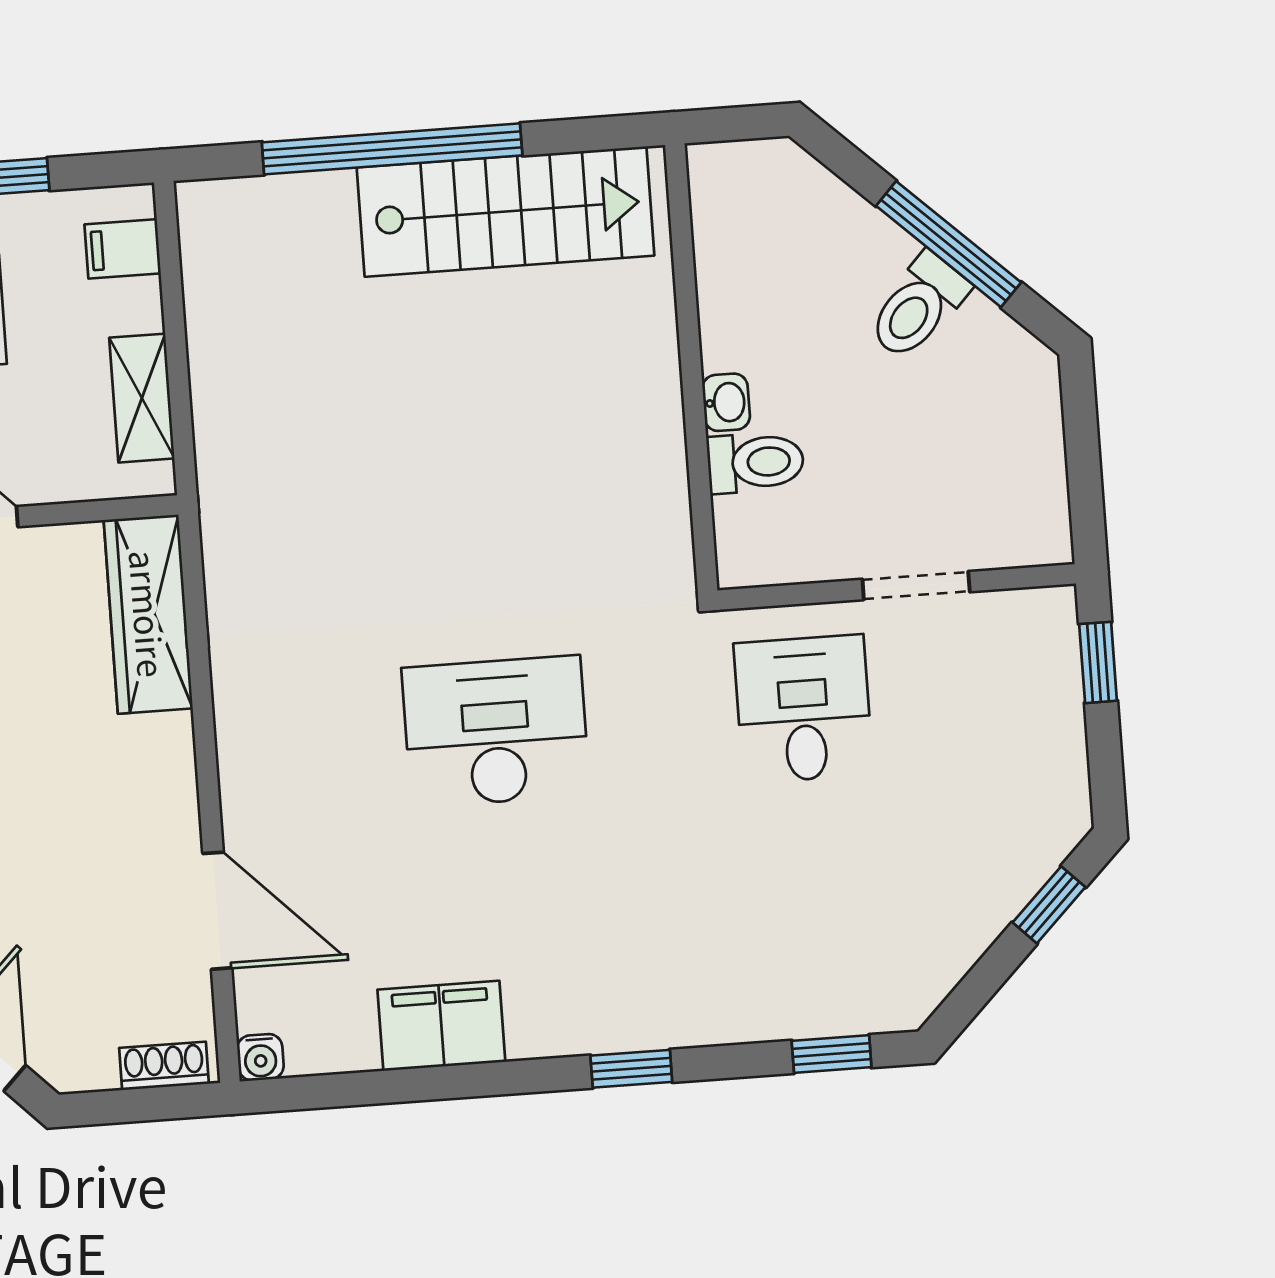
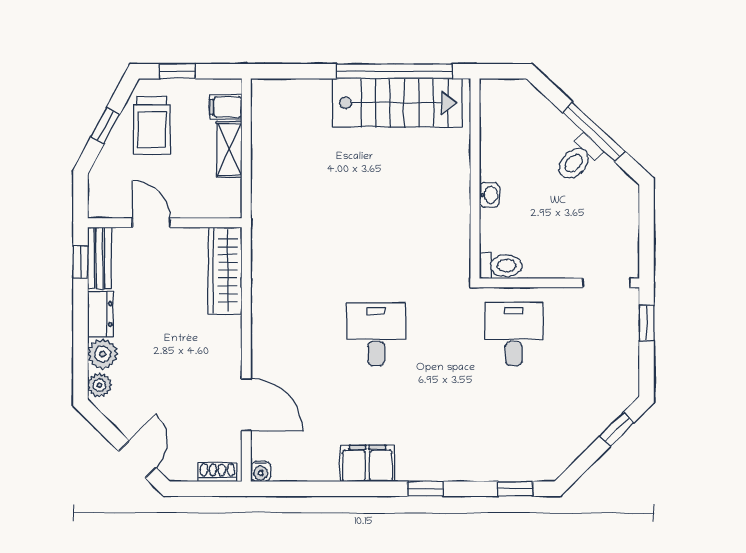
window: (392, 149) -> (394, 71), moved
shelving: (142, 398) -> (229, 149), moved
toilet: (755, 462) -> (501, 266), moved
doorway: (916, 586) -> (606, 283), moved
desk: (496, 731) -> (376, 334), width x0.73
filing cabinet: (441, 1026) -> (367, 463), moved

